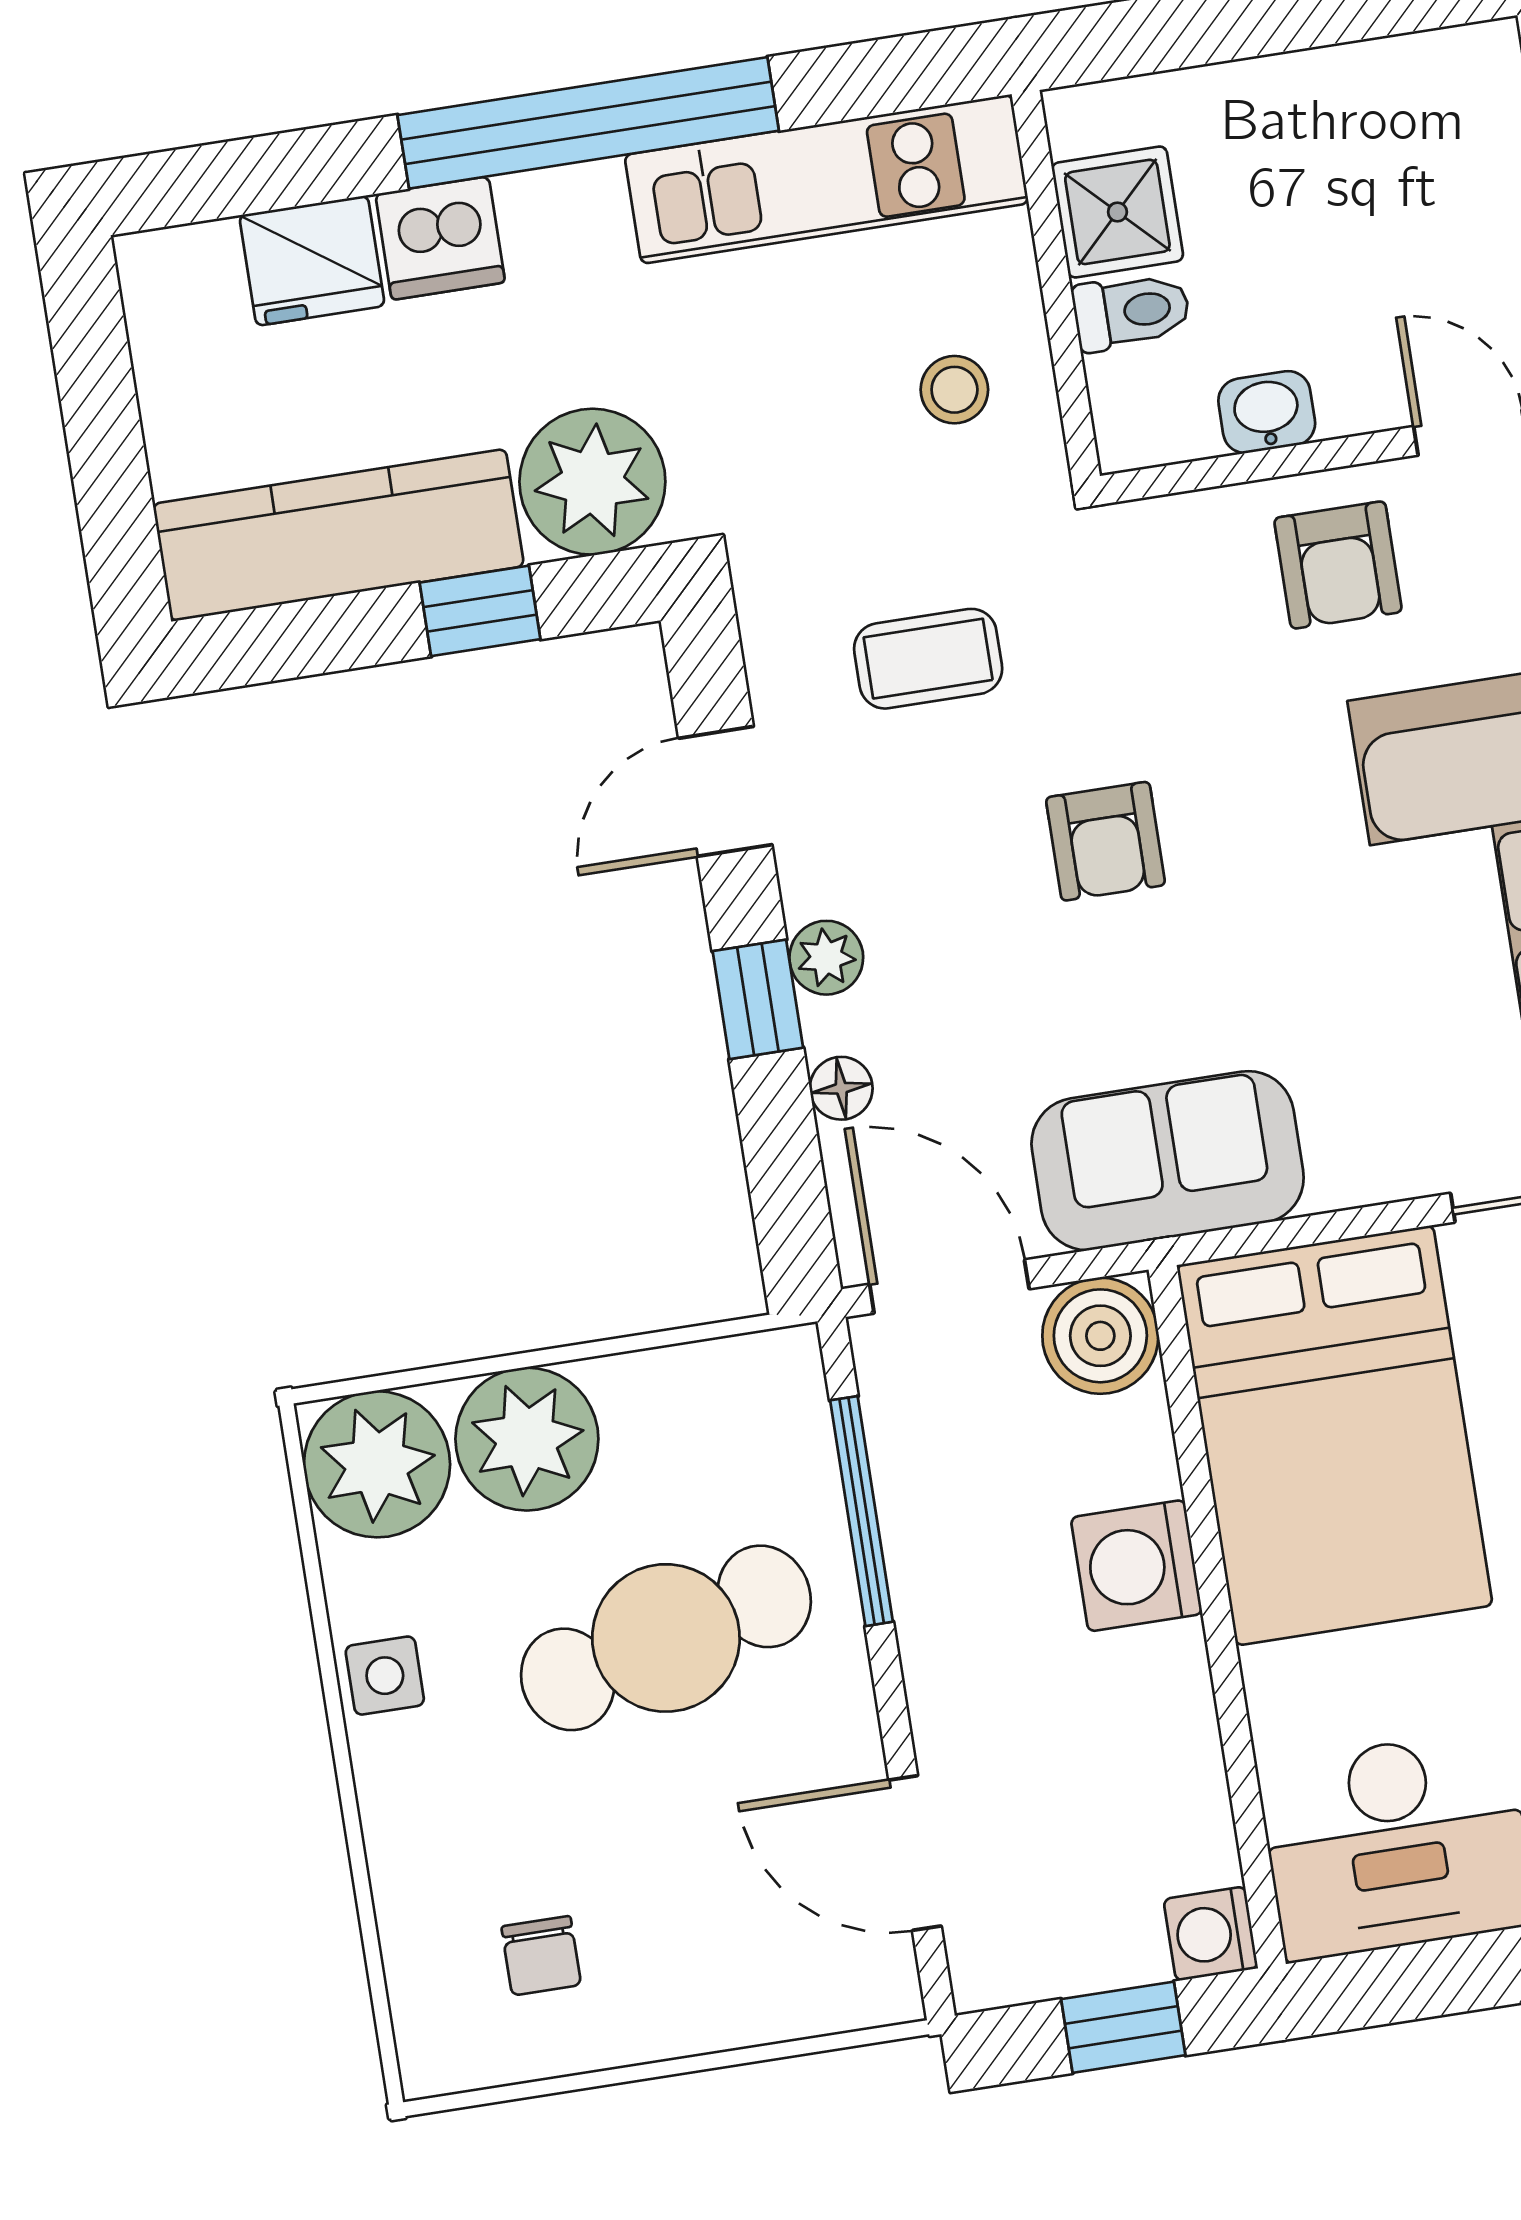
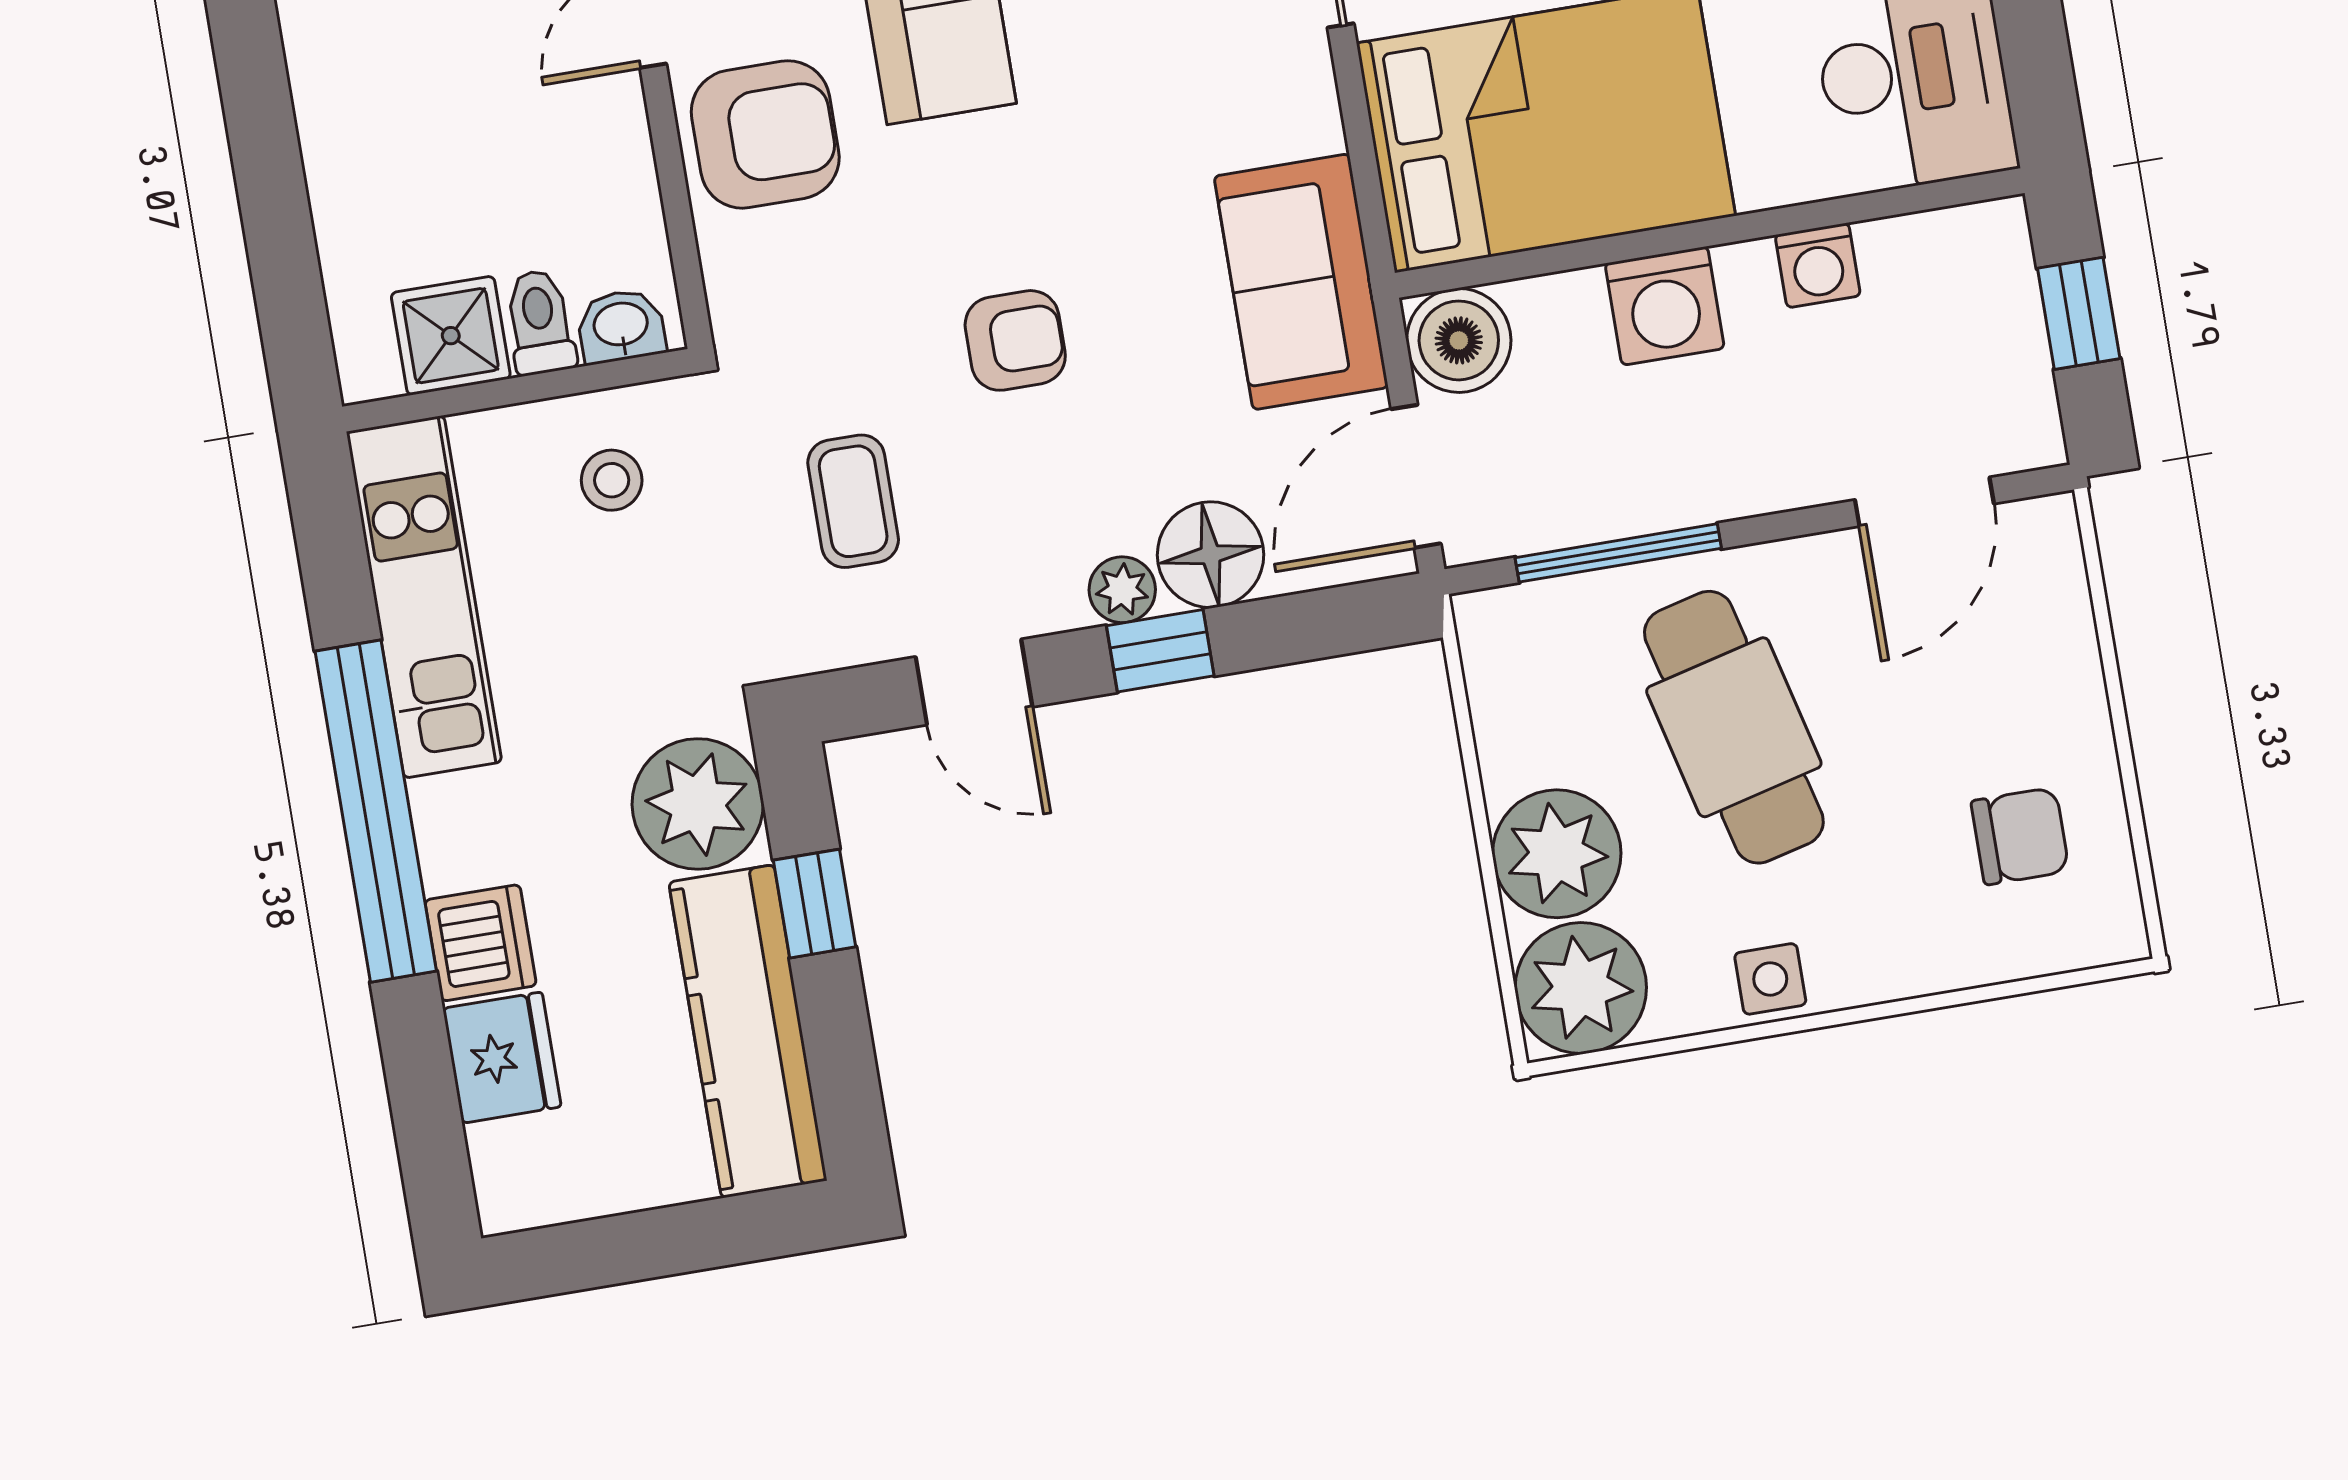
washbasin: (1267, 412) -> (621, 326), moved, turned 90
armchair: (1338, 565) -> (765, 134), width x1.38, depth x1.38
floor lamp: (841, 1088) -> (1211, 555), width x1.89, depth x1.89
washing machine: (1211, 1934) -> (1818, 265), moved
chair: (541, 1956) -> (2020, 836), width x1.37, depth x1.37

